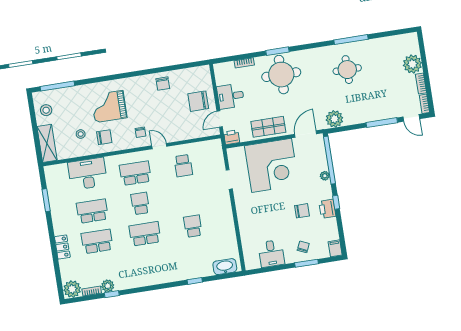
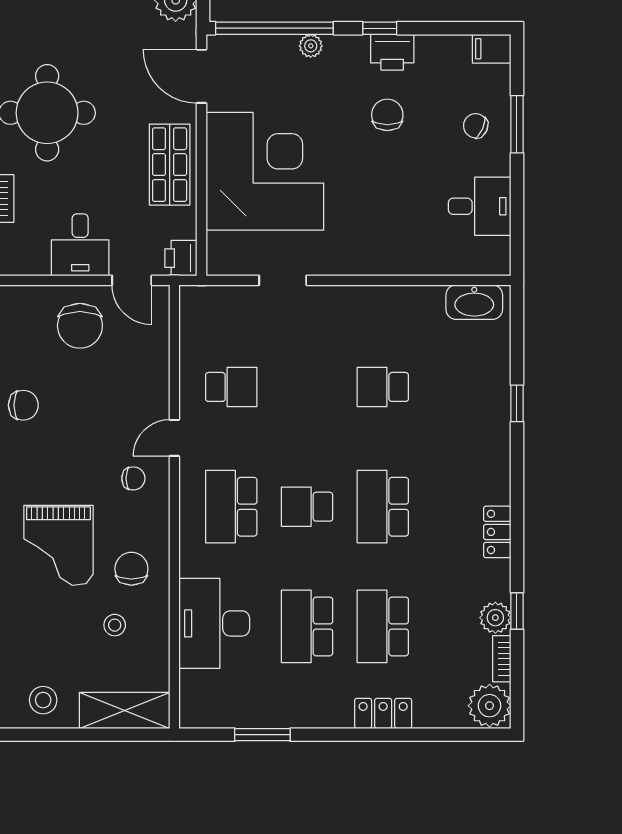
washbasin: (225, 267) -> (474, 302), moved, turned -90
locker: (142, 281) -> (497, 532), added

